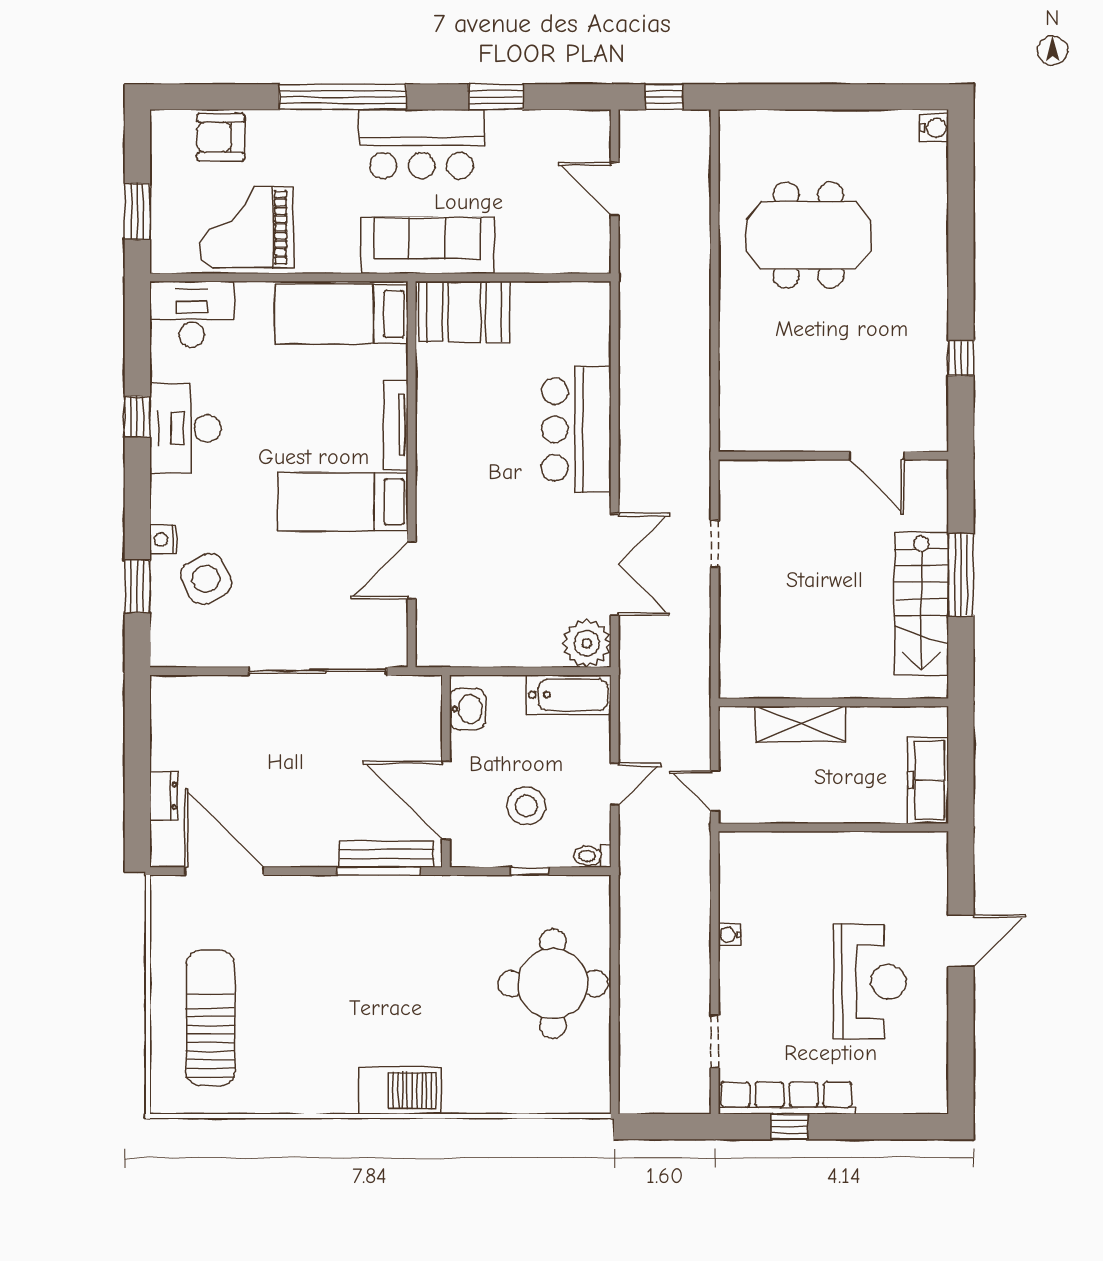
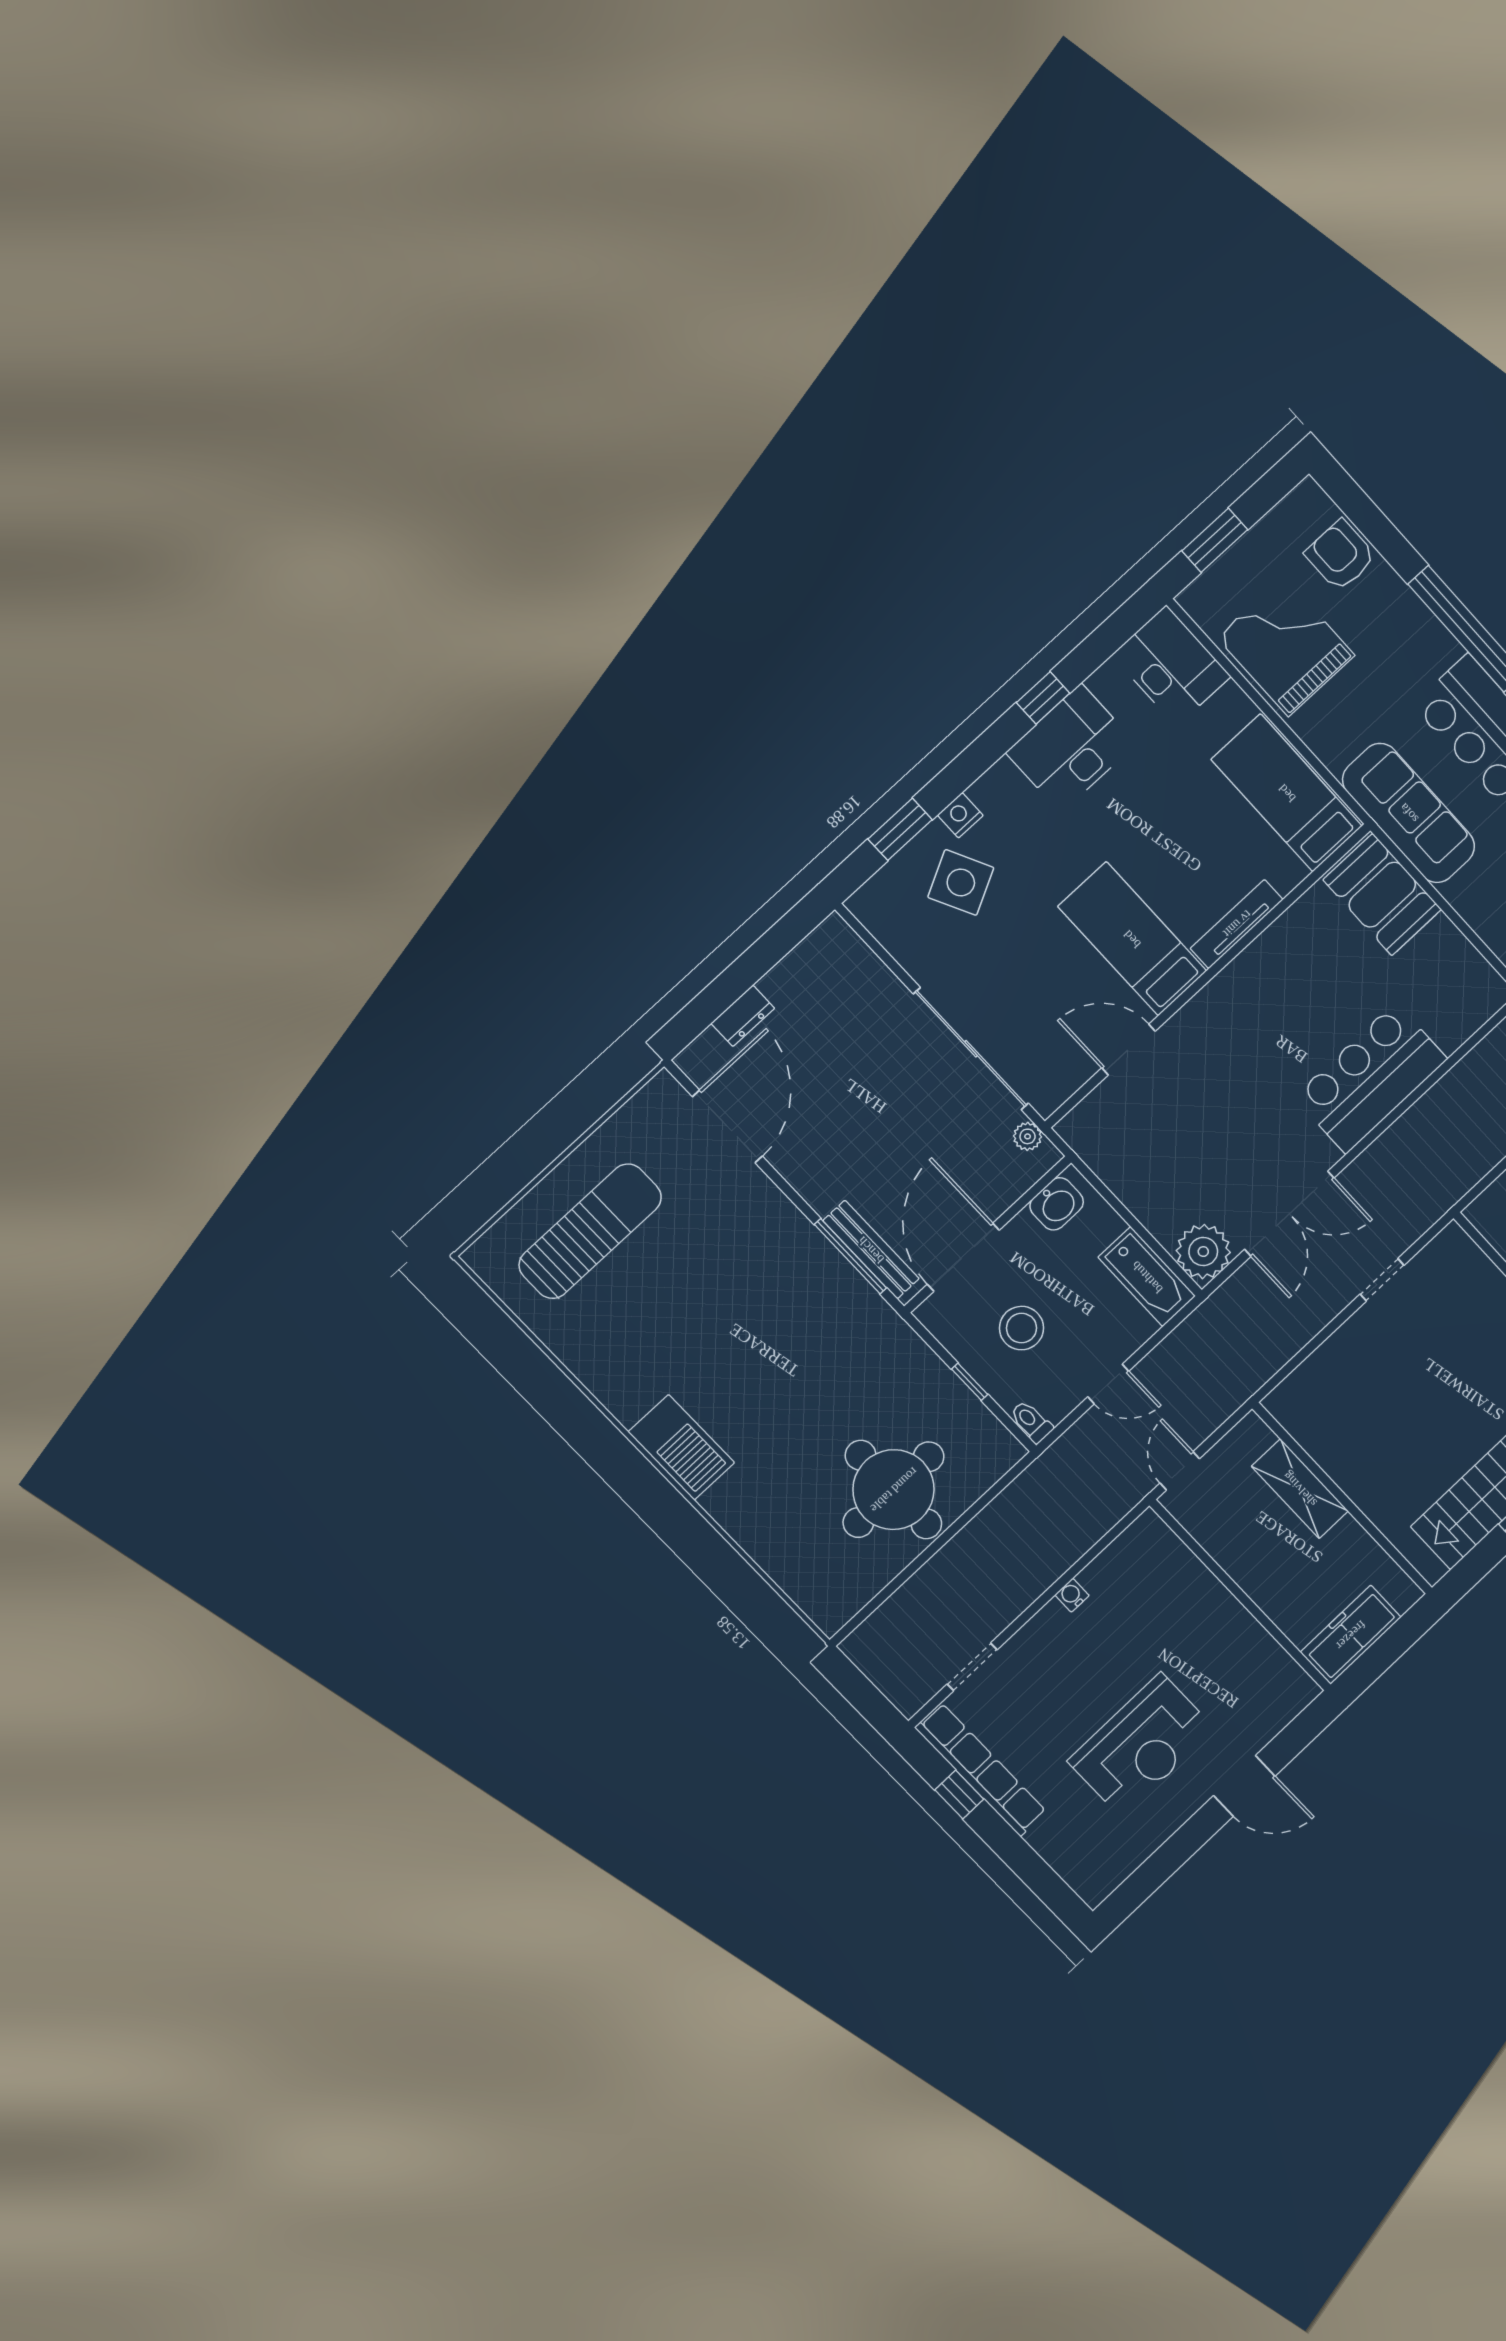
plant: (407, 687) -> (1028, 1136), added

